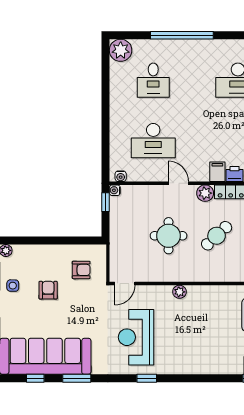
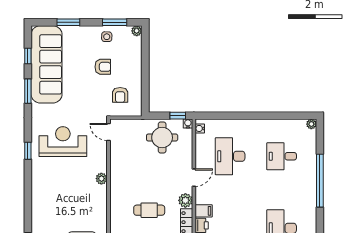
plant: (121, 50) -> (311, 124), width x0.53, depth x0.53
round table: (169, 236) -> (162, 138), moved
cafe table: (217, 236) -> (149, 210), turned -47

